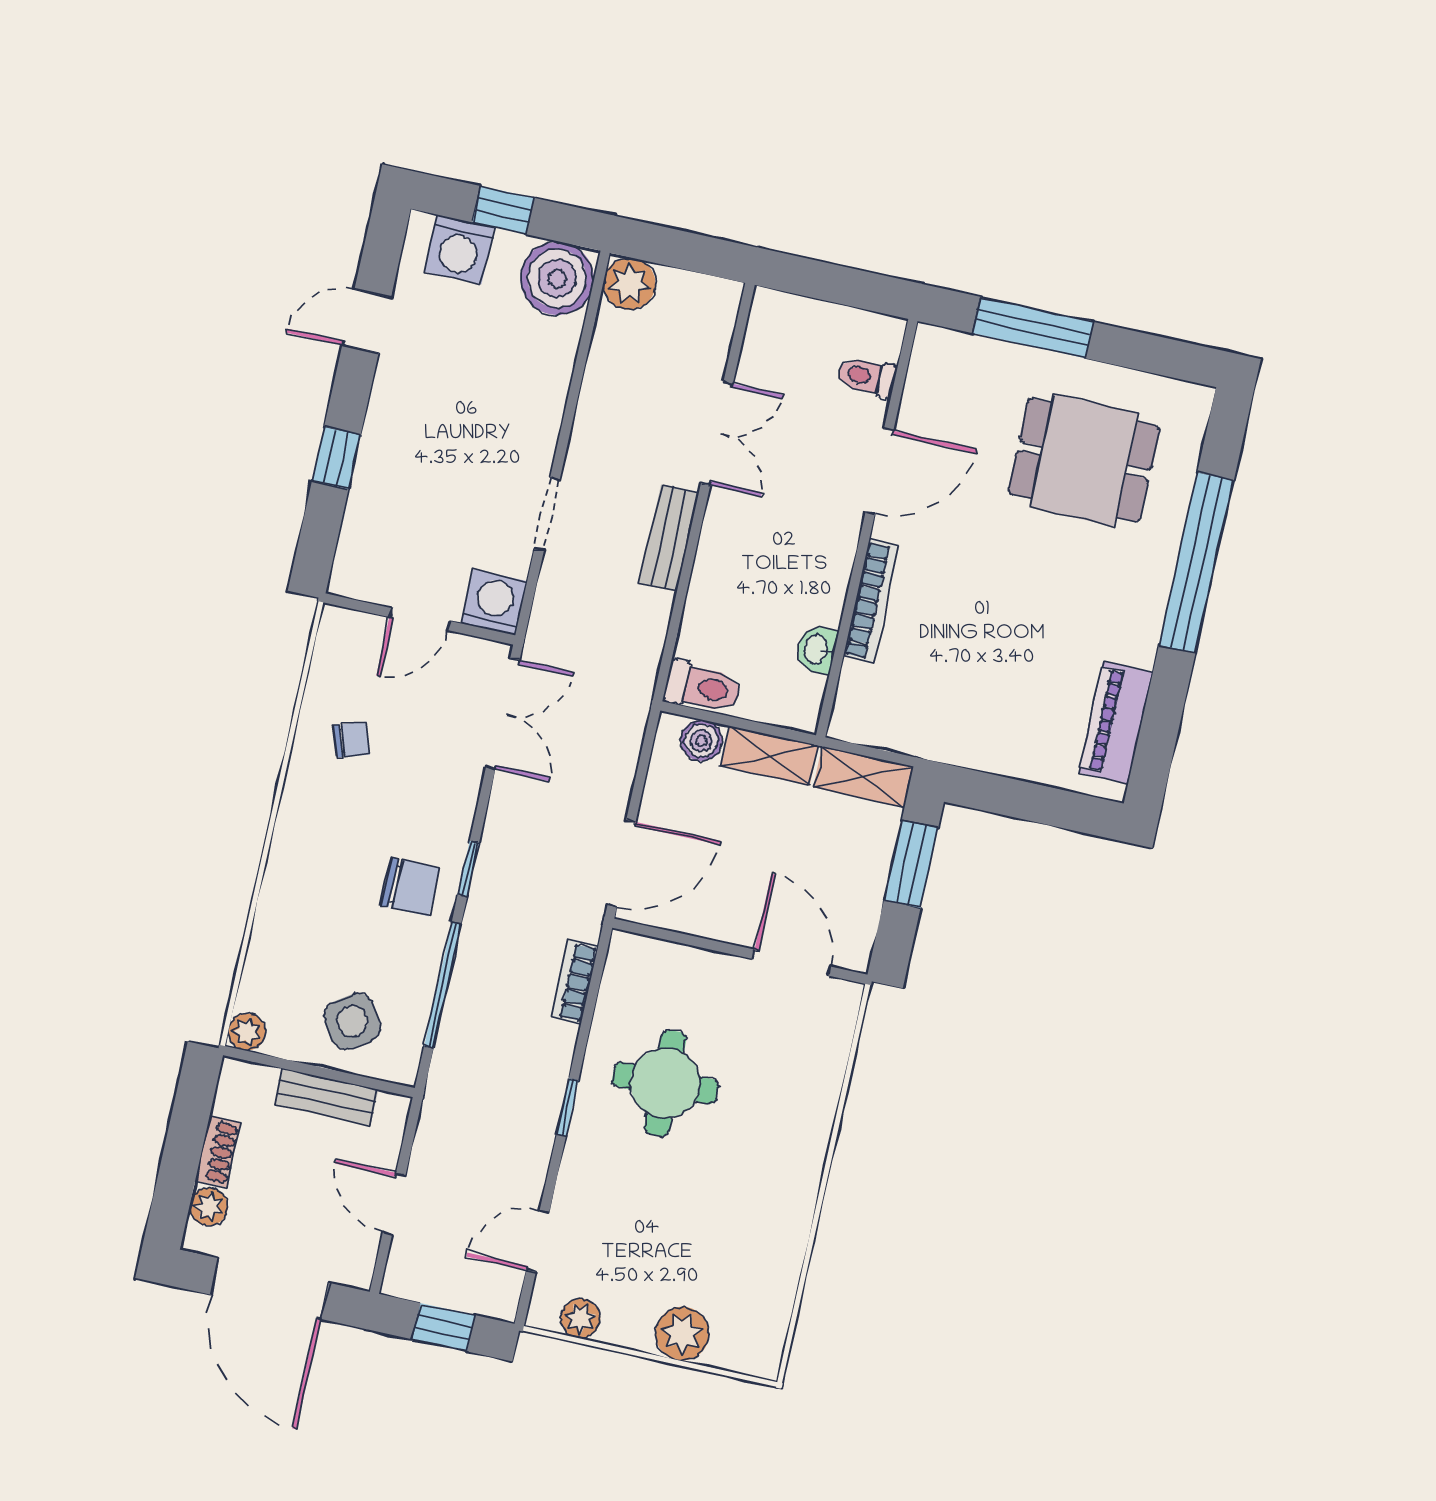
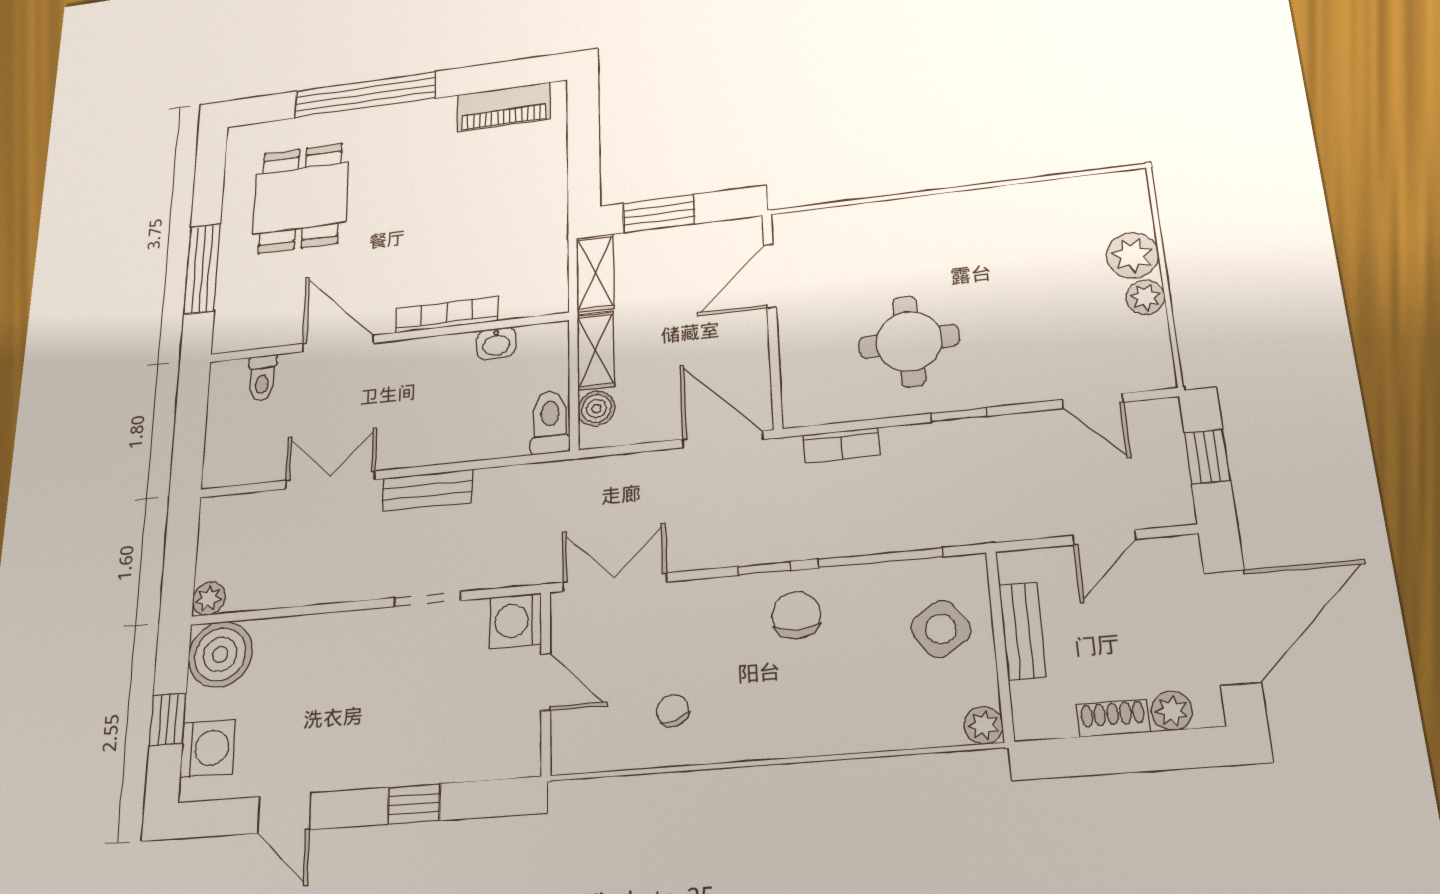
plant: (629, 284) -> (209, 599), width x0.73, depth x0.73
plant: (580, 1318) -> (1145, 297), moved

